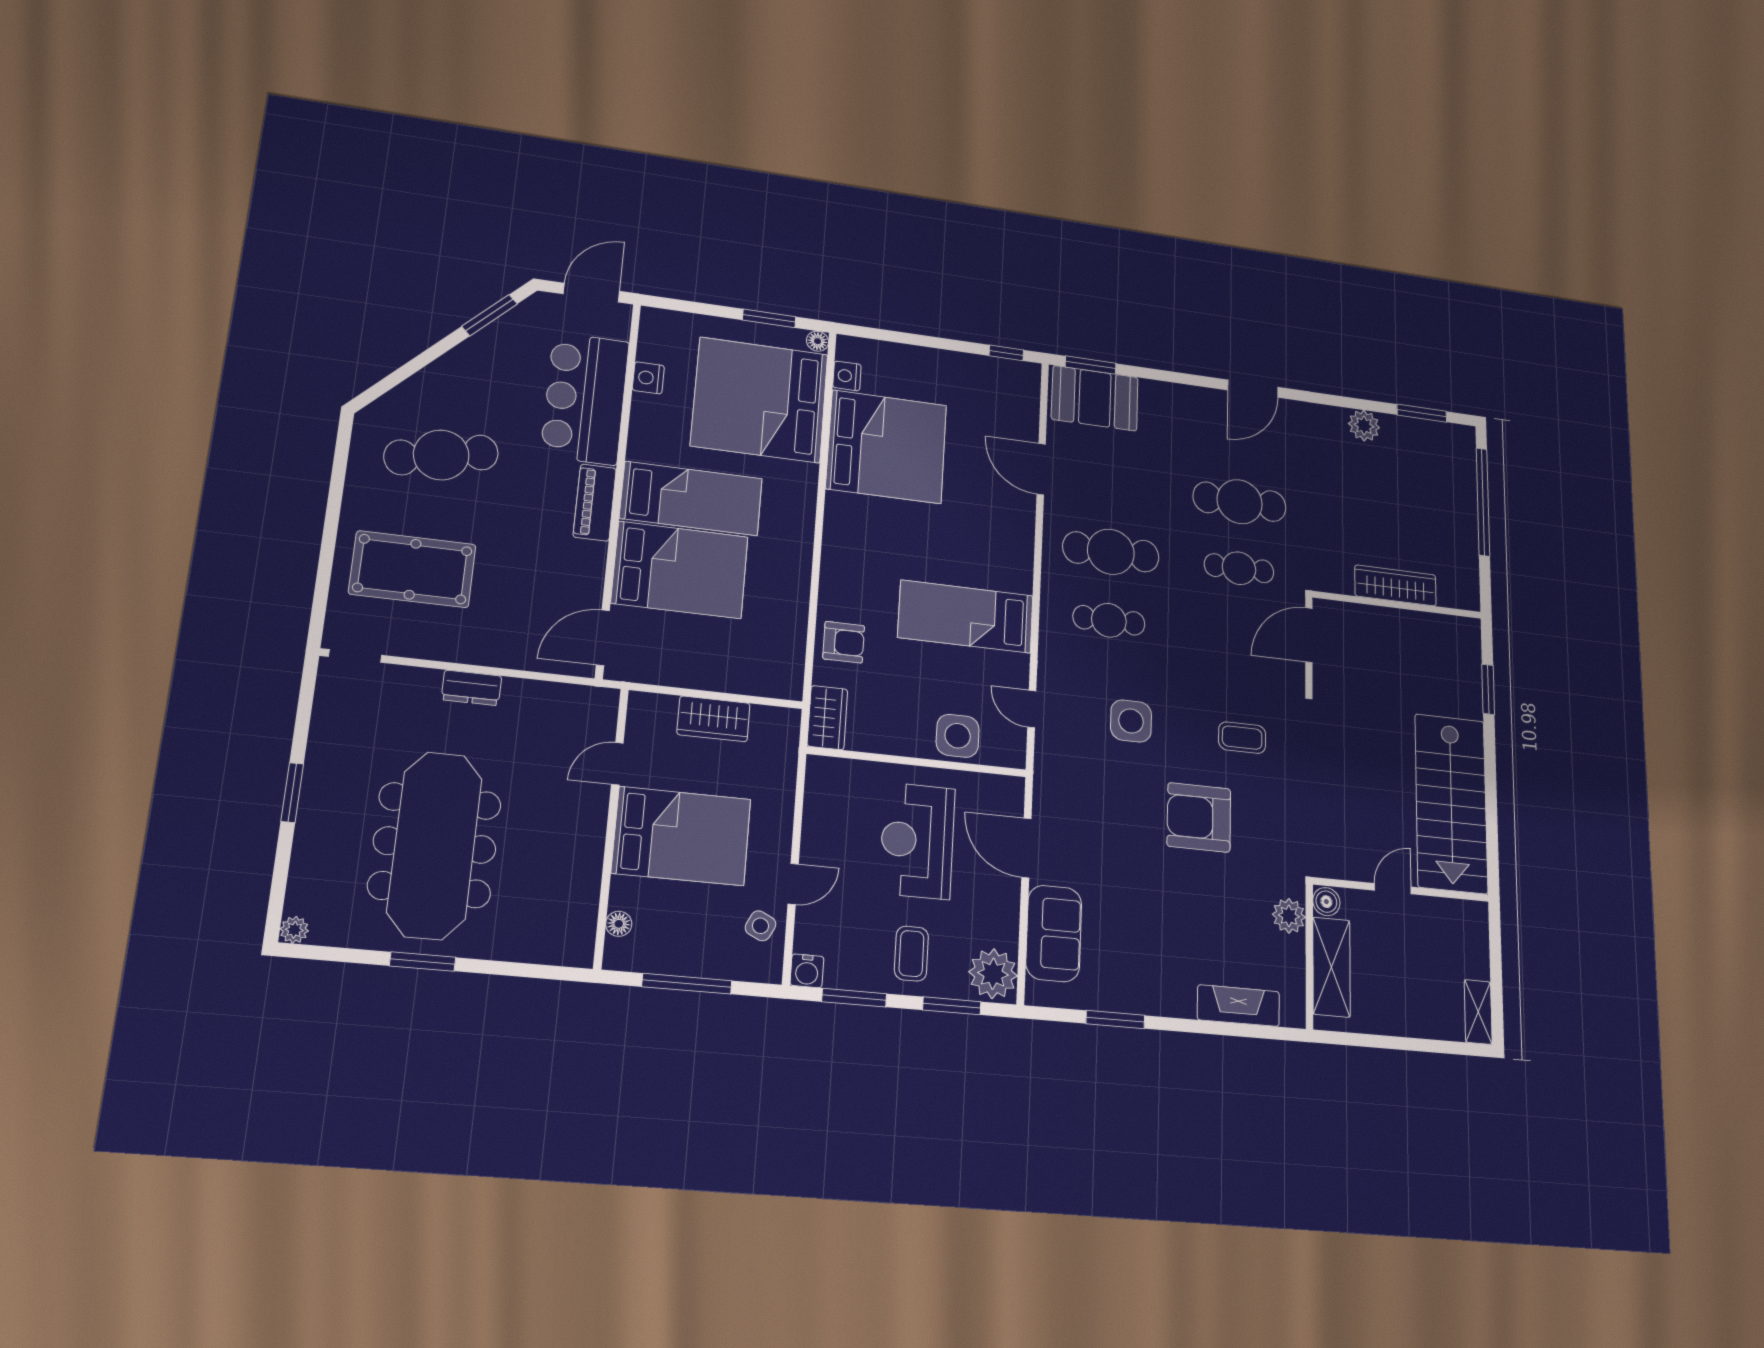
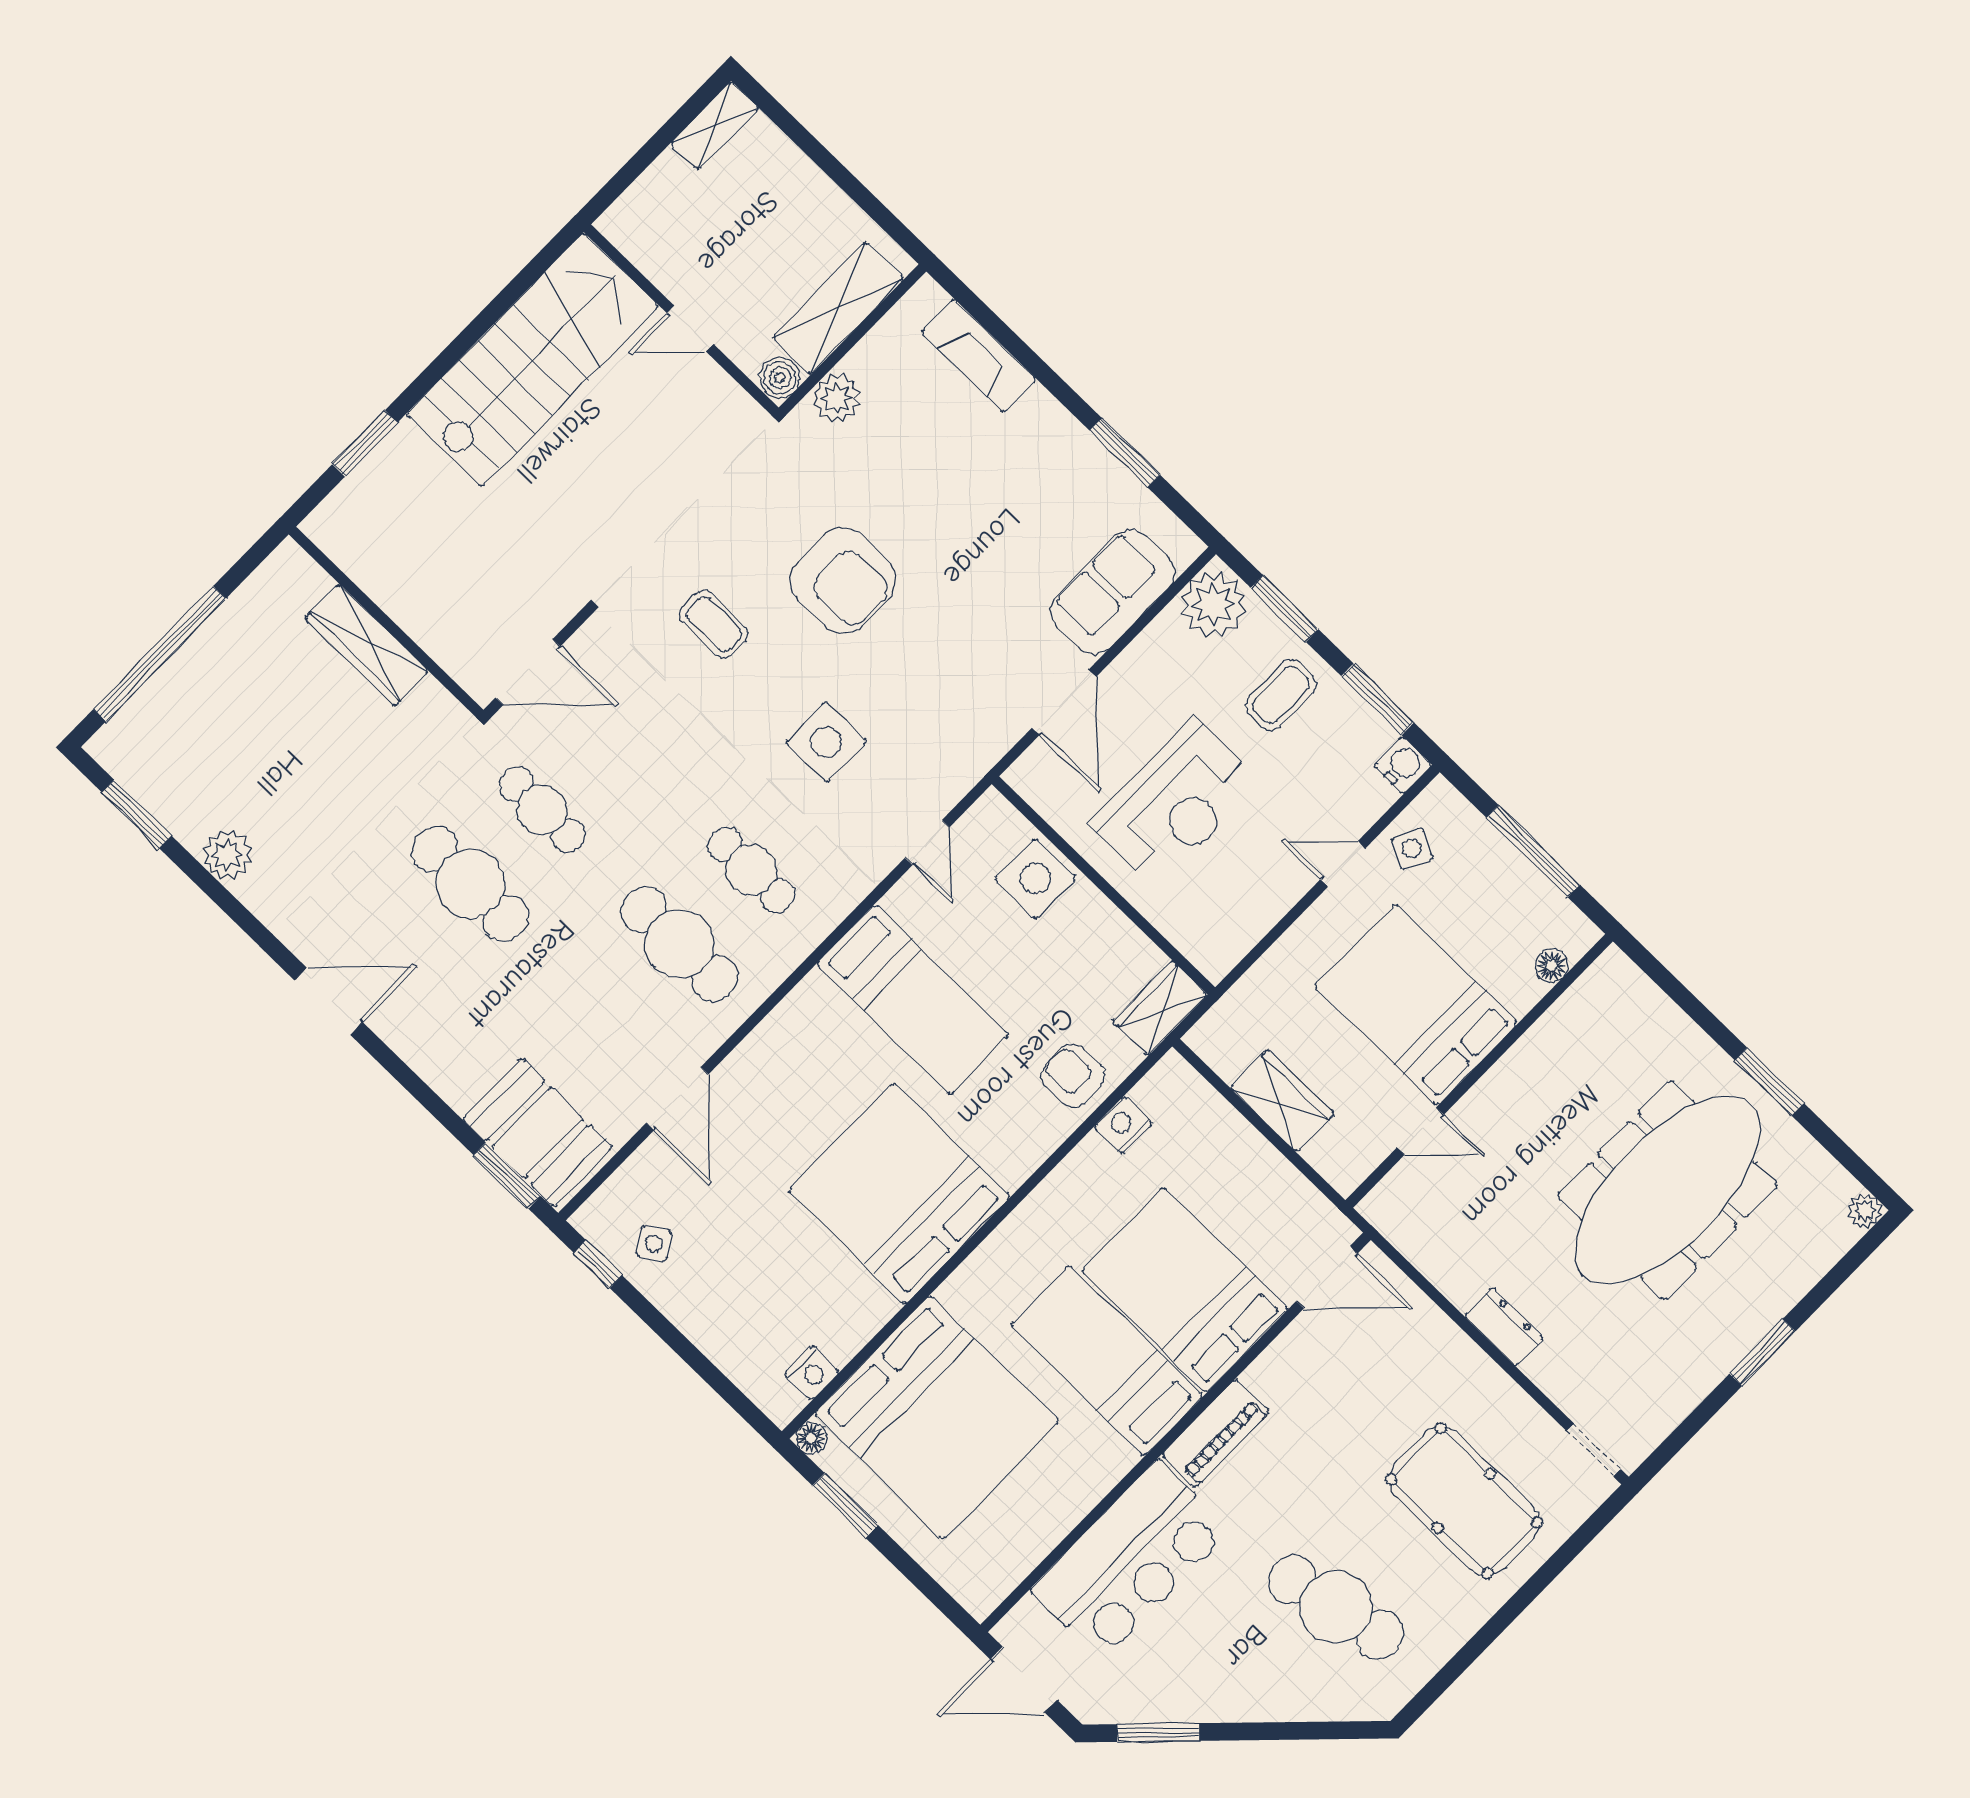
nightstand: (648, 378) -> (1123, 1125), moved, turned 180
side table: (987, 384) -> (654, 1243), added
bed: (886, 447) -> (899, 1193), moved

